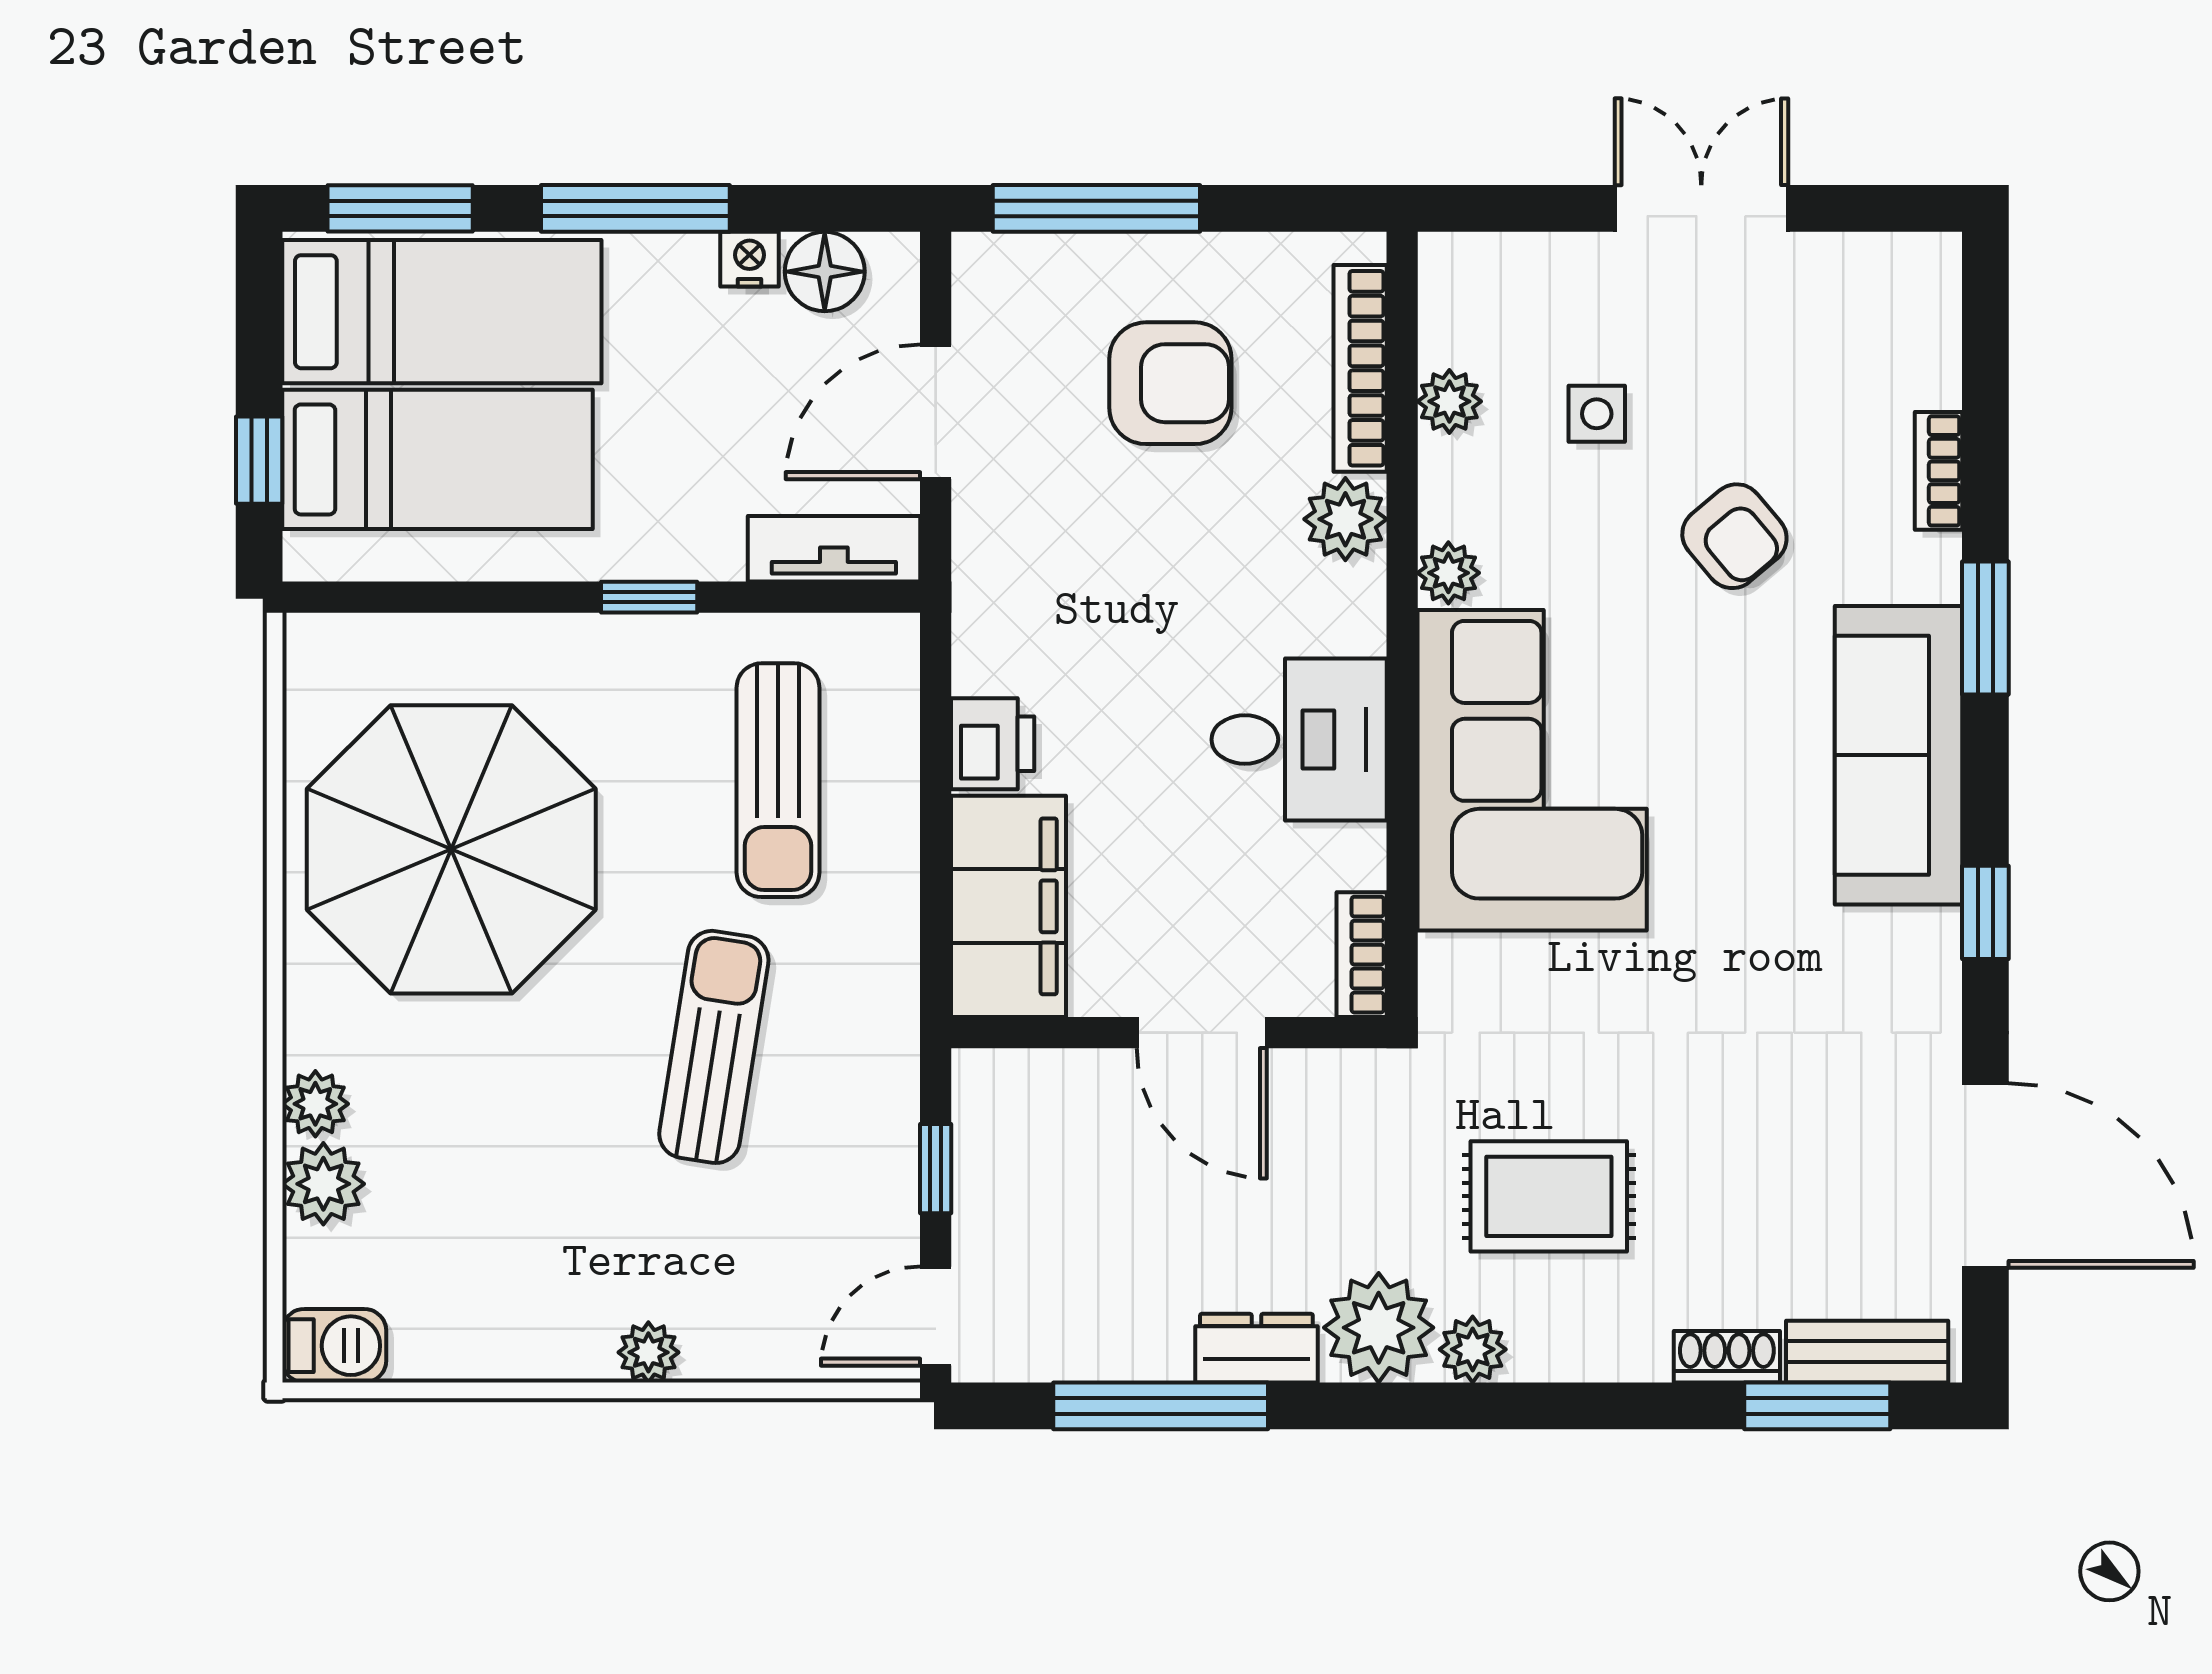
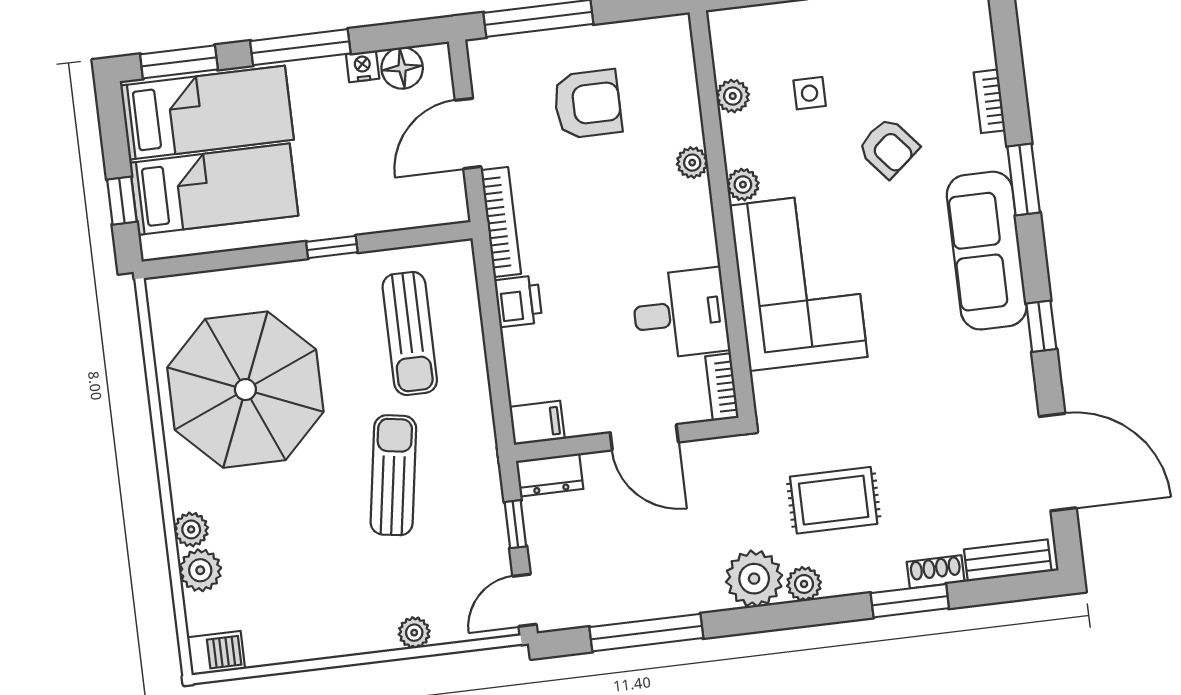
bookcase: (1360, 368) -> (501, 222), moved, turned 180
plant: (1345, 519) -> (692, 163), width x0.73, depth x0.73
tv unit: (834, 549) -> (424, 210), removed
desk: (1299, 740) -> (680, 314), moved
filing cabinet: (1009, 906) -> (537, 423), width x0.33, depth x0.86
dresser: (1256, 1348) -> (550, 475), moved, turned 180
plant: (648, 1352) -> (414, 633), moved
window: (1817, 1406) -> (910, 601), moved

